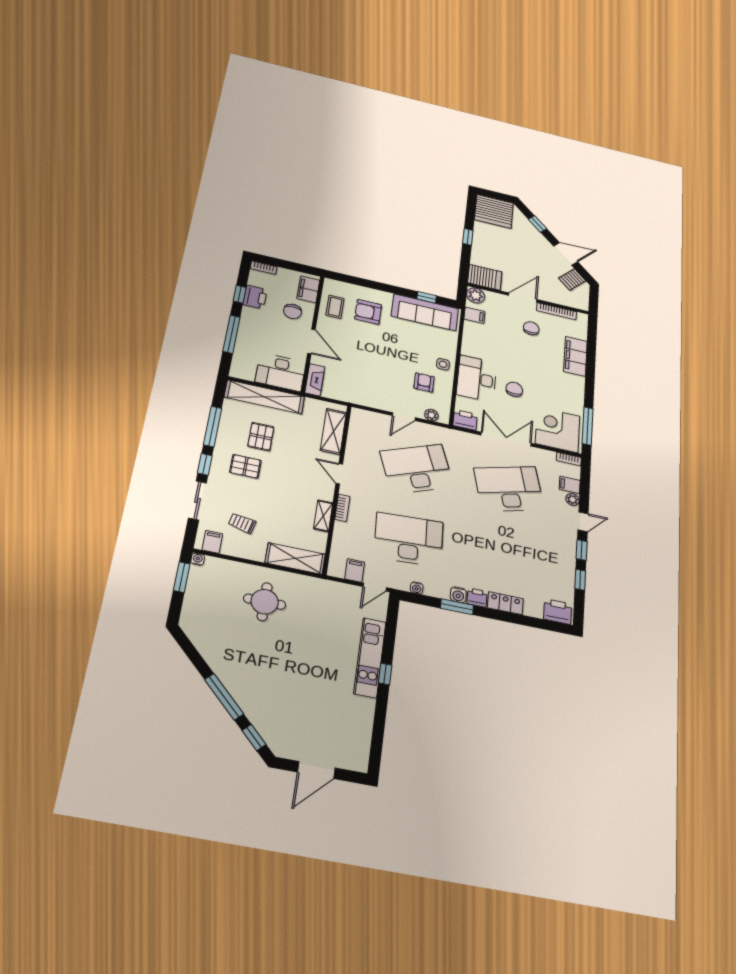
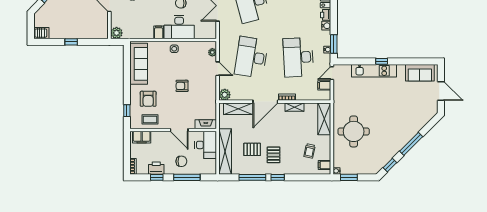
server rack: (494, 211) -> (41, 33), width x0.46, depth x0.70
server rack: (485, 277) -> (101, 28), removed
window: (427, 297) -> (127, 111), moved
chair: (293, 311) -> (181, 161), moved
filing cabinet: (474, 315) -> (159, 32), moved
door: (311, 341) -> (179, 130), swing flipped
armchair: (424, 382) -> (182, 86), moved
plant: (360, 417) -> (225, 95), added
printer: (465, 420) -> (211, 32), removed
desk: (417, 469) -> (251, 57), turned 30
door: (339, 474) -> (265, 102), width x1.87
sliding door: (197, 500) -> (301, 177), removed
door: (375, 587) -> (332, 73), swing flipped
round table: (265, 602) -> (354, 131), width x1.36, depth x1.36
window: (457, 607) -> (334, 44), moved
window: (254, 737) -> (390, 165), moved
sofa: (356, 738) -> (420, 73), added

